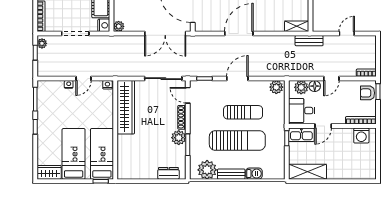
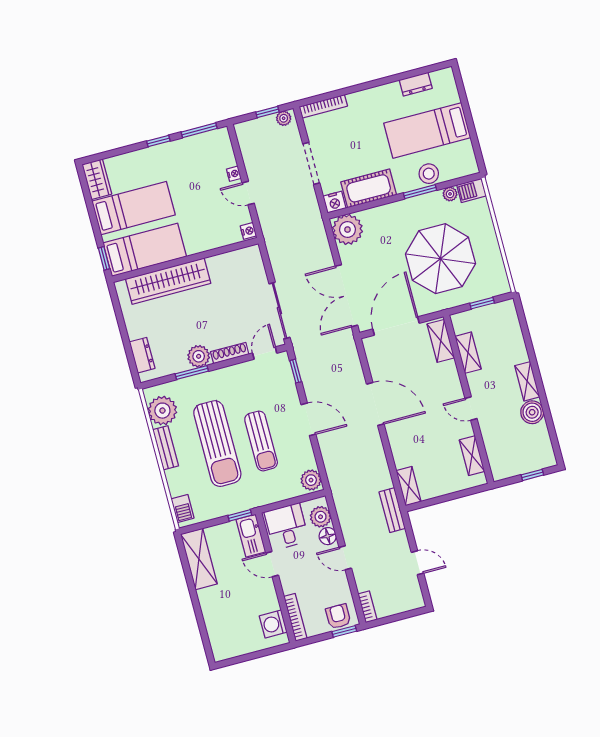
plant: (119, 26) -> (347, 230), width x1.87, depth x1.87
wardrobe: (126, 107) -> (168, 281), moved
barbecue: (254, 174) -> (183, 509), moved

